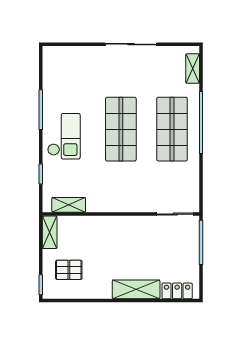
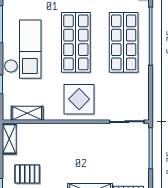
checkout: (64, 136) -> (23, 49), width x1.36, depth x1.21
display table: (124, 190) -> (79, 99), added

